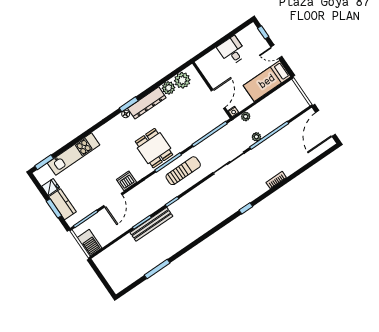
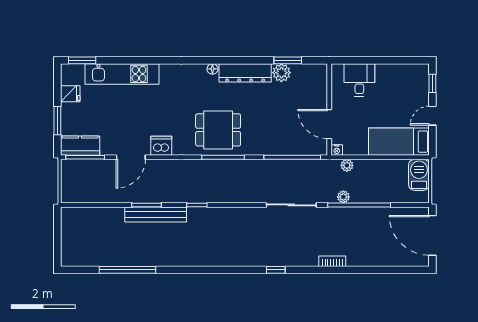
desk: (232, 51) -> (359, 80), moved
door: (276, 52) -> (432, 116), hinge flipped
plant: (182, 80) -> (303, 75), removed
door: (218, 99) -> (329, 124), swing flipped
window: (129, 104) -> (288, 60), moved
door: (325, 123) -> (432, 235), hinge flipped
dining table: (154, 148) -> (218, 130), turned 90
sun lounger: (183, 171) -> (234, 178), removed
kitchen counter: (63, 204) -> (80, 146), moved, turned -90
barbecue: (89, 243) -> (419, 175), moved, turned 180
window: (157, 269) -> (128, 270), width x1.46

